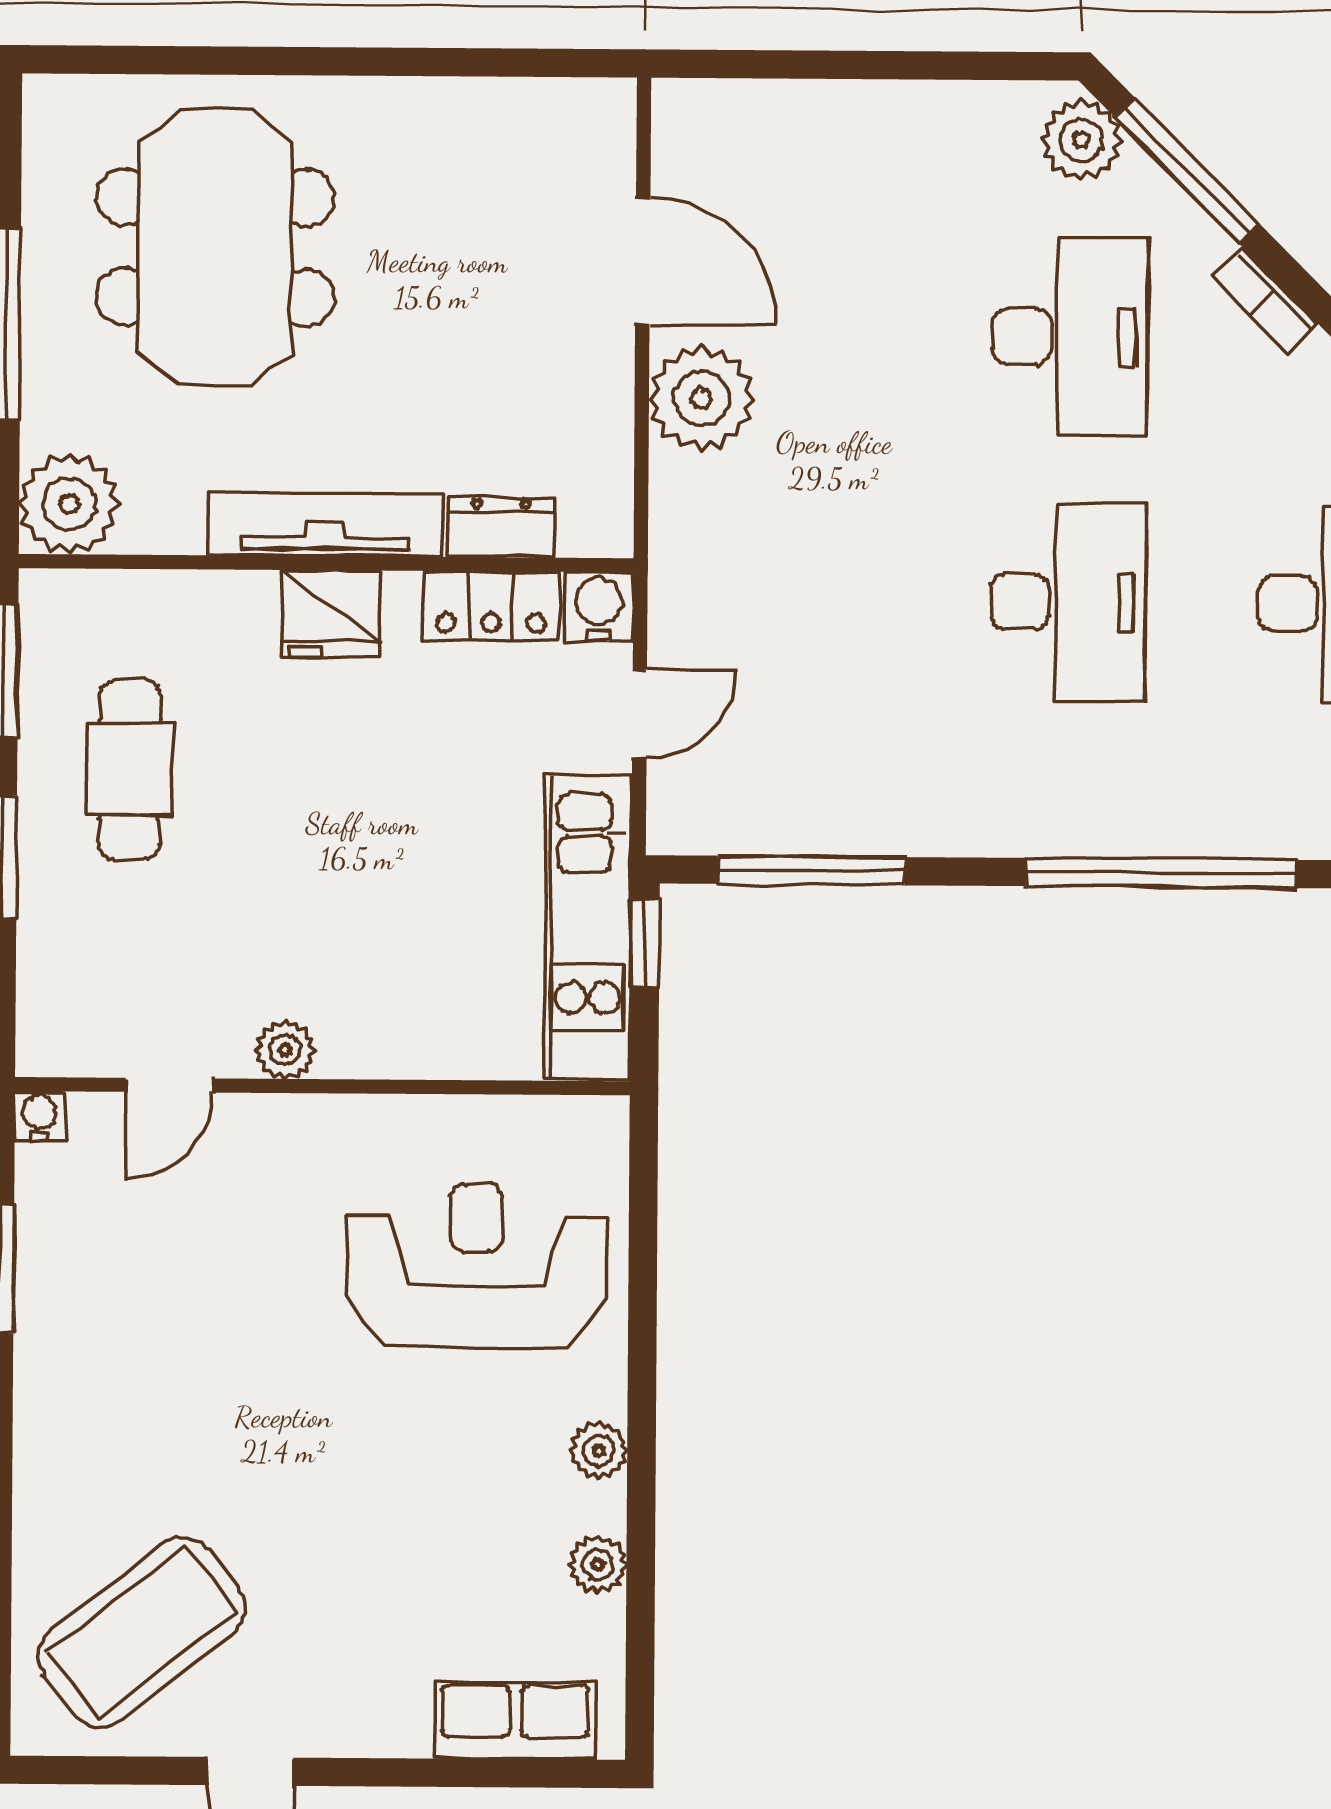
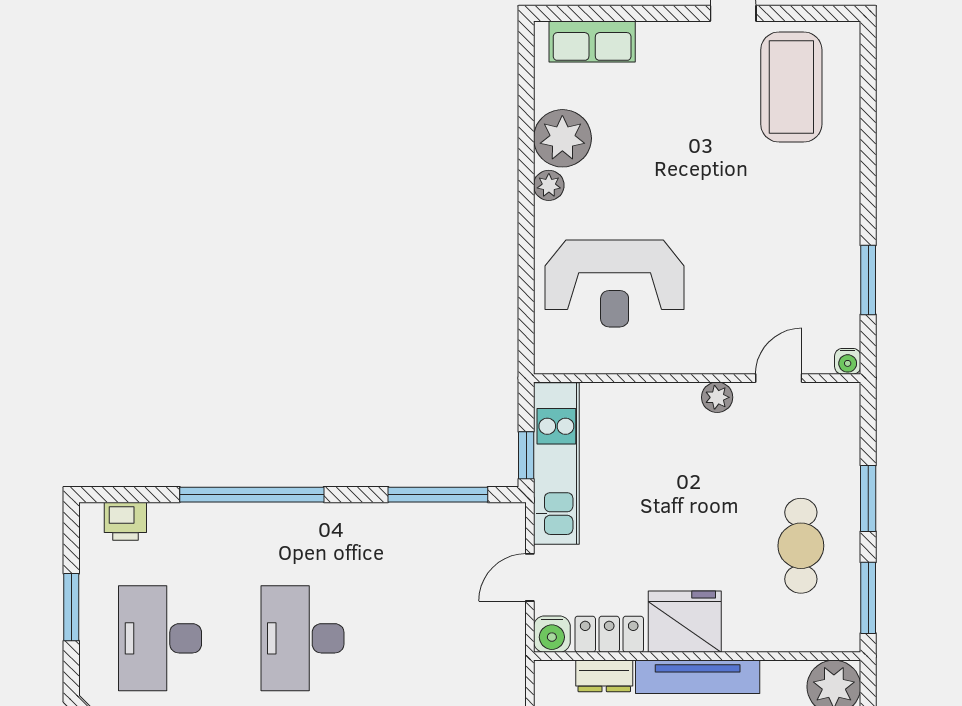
fridge: (331, 614) -> (685, 622), width x1.36, depth x1.34
plant: (598, 1564) -> (562, 138), width x1.88, depth x1.88
coffee table: (141, 1632) -> (791, 87), turned -52

